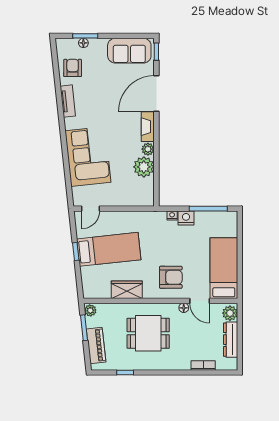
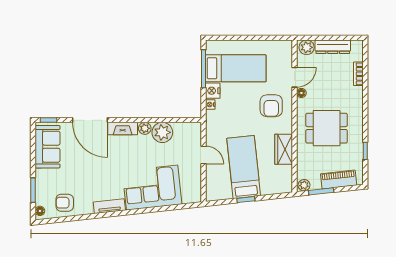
floor lamp: (83, 43) -> (40, 211), moved
tv unit: (68, 101) -> (109, 206), moved
door: (90, 209) -> (203, 155), moved
bed: (224, 268) -> (236, 68), moved, turned 180
armchair: (171, 277) -> (271, 106), turned 180
dining table: (148, 333) -> (327, 128), turned 90

